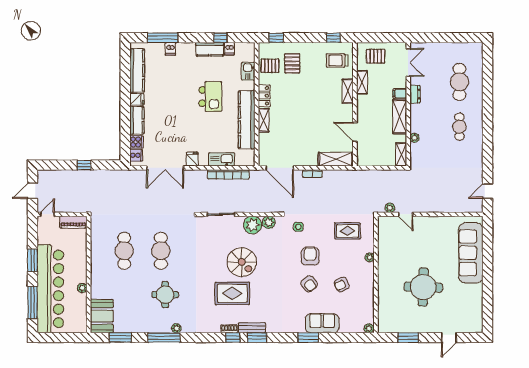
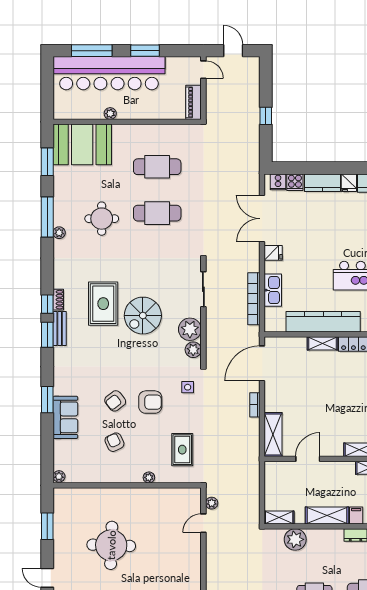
plant: (415, 138) -> (295, 539), width x1.88, depth x1.88
booth: (102, 316) -> (82, 144), width x1.36, depth x1.42

